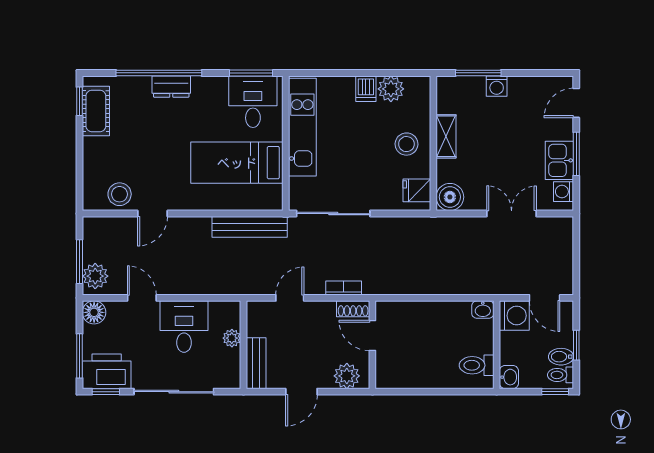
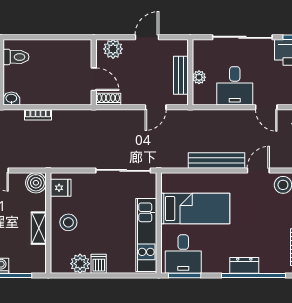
bench: (250, 227) -> (217, 160), moved
bookcase: (344, 288) -> (38, 115), moved
bench: (256, 363) -> (181, 75), moved

